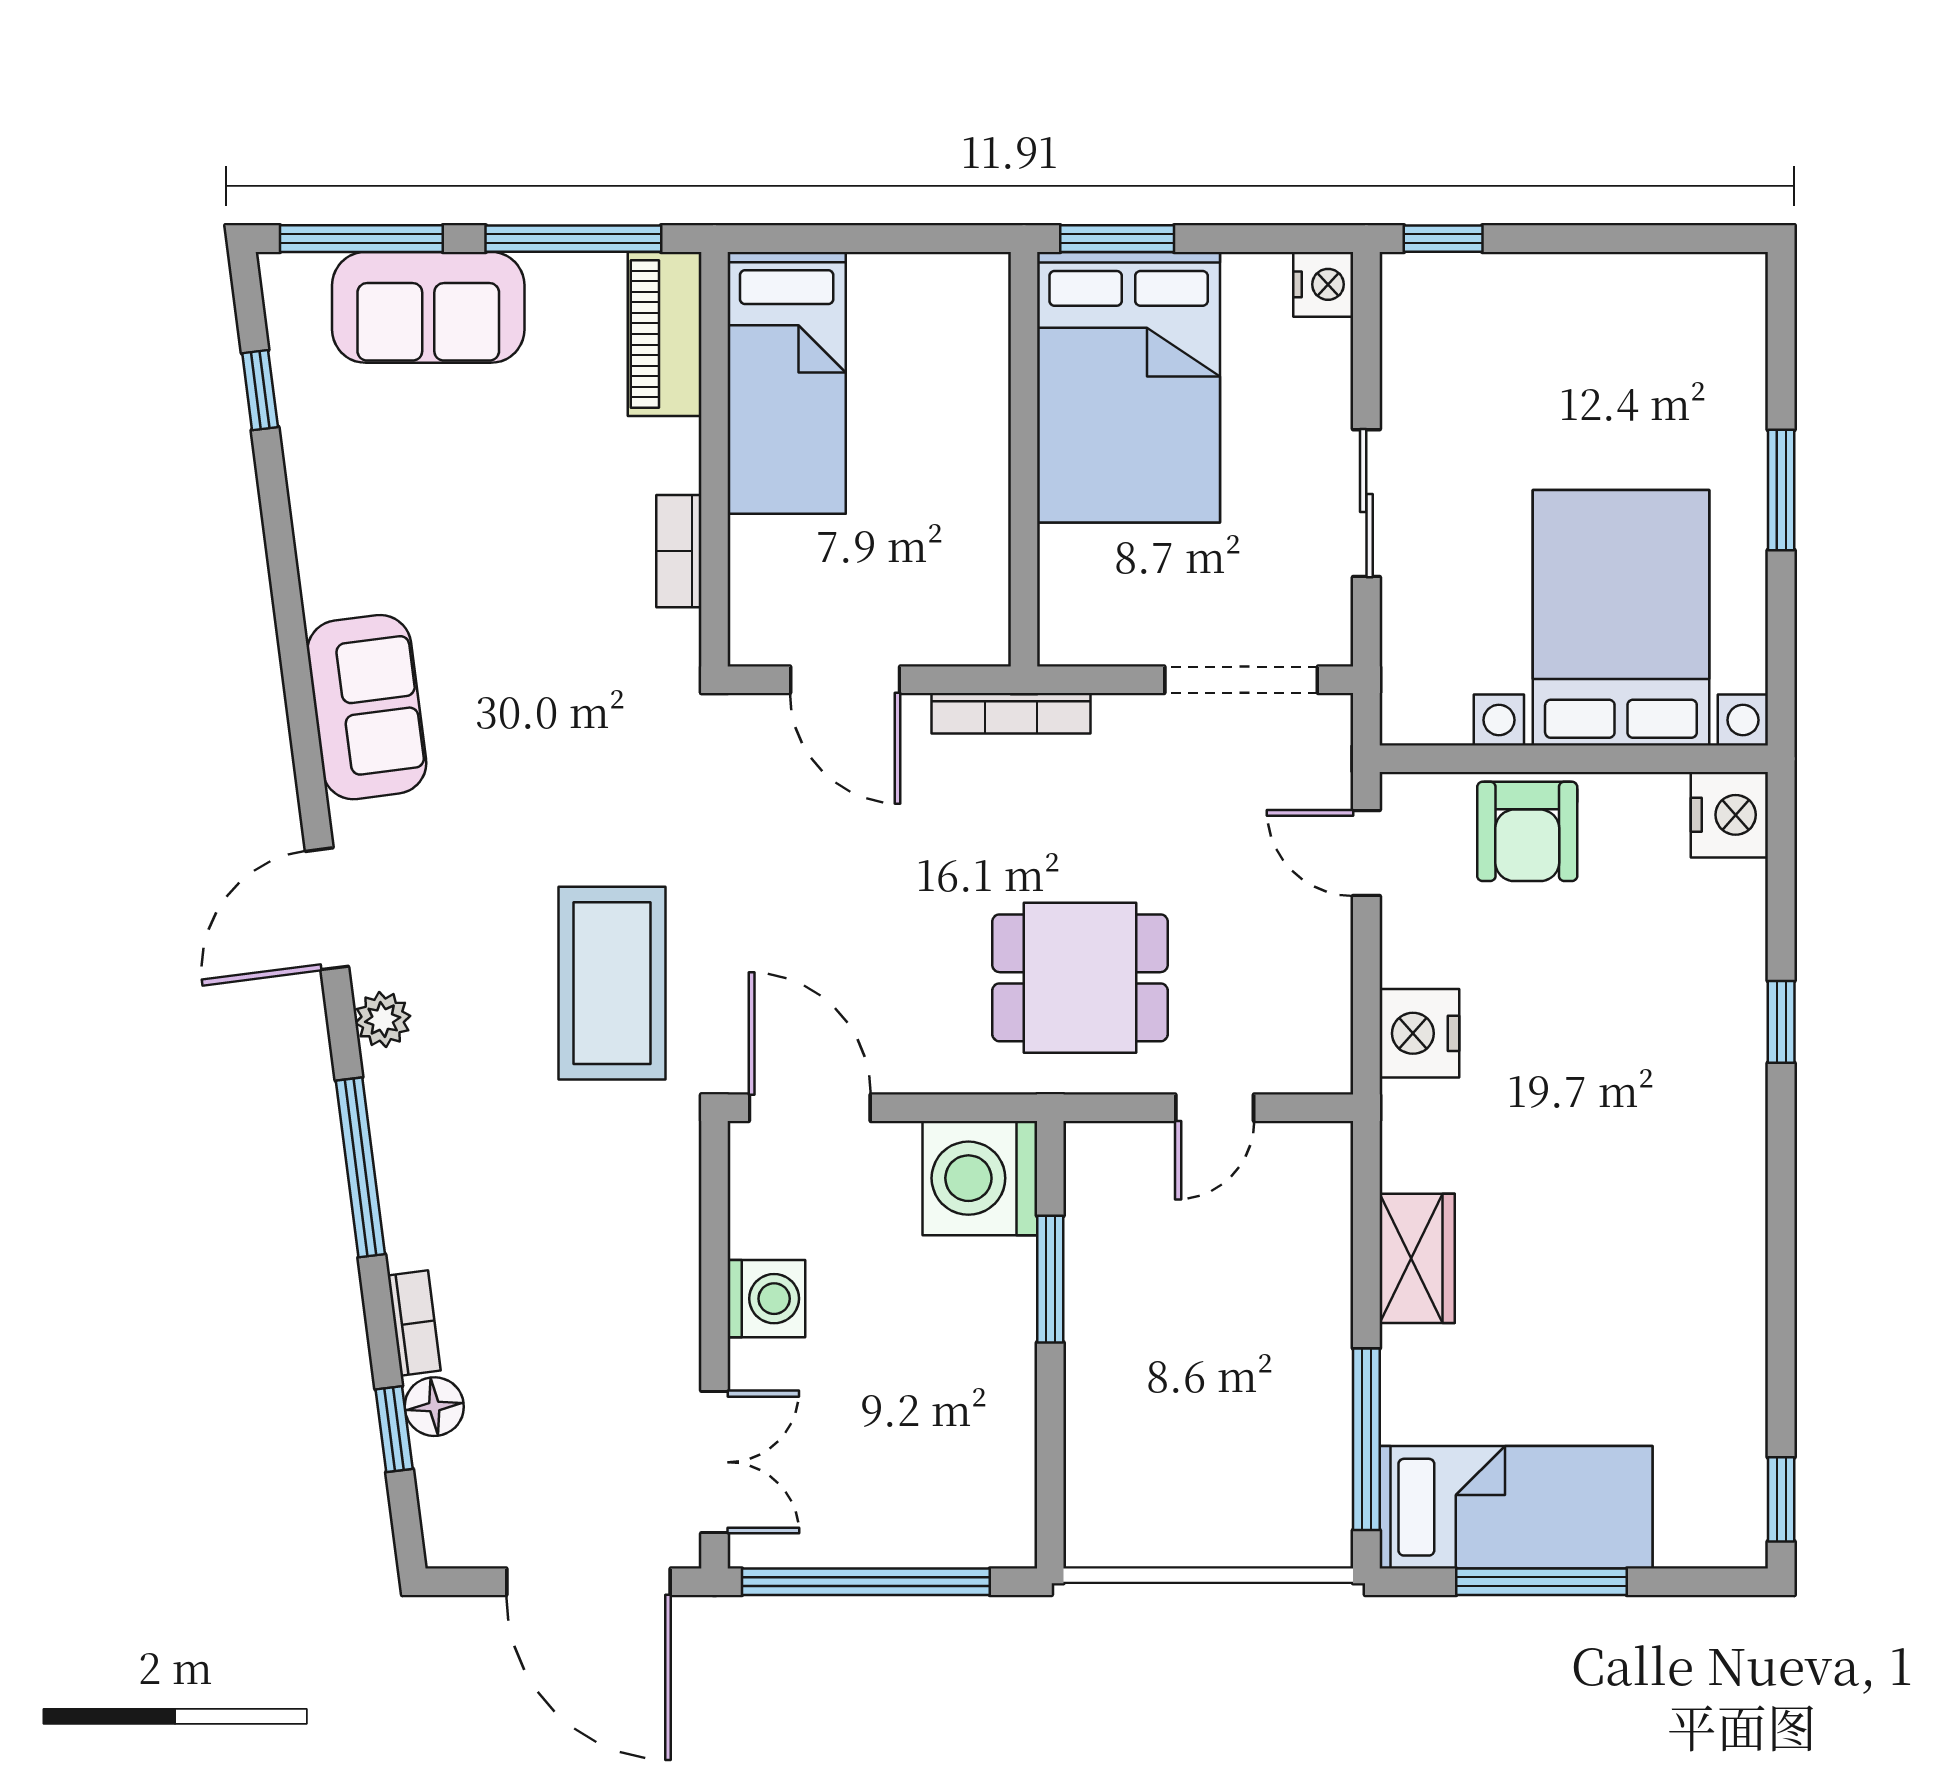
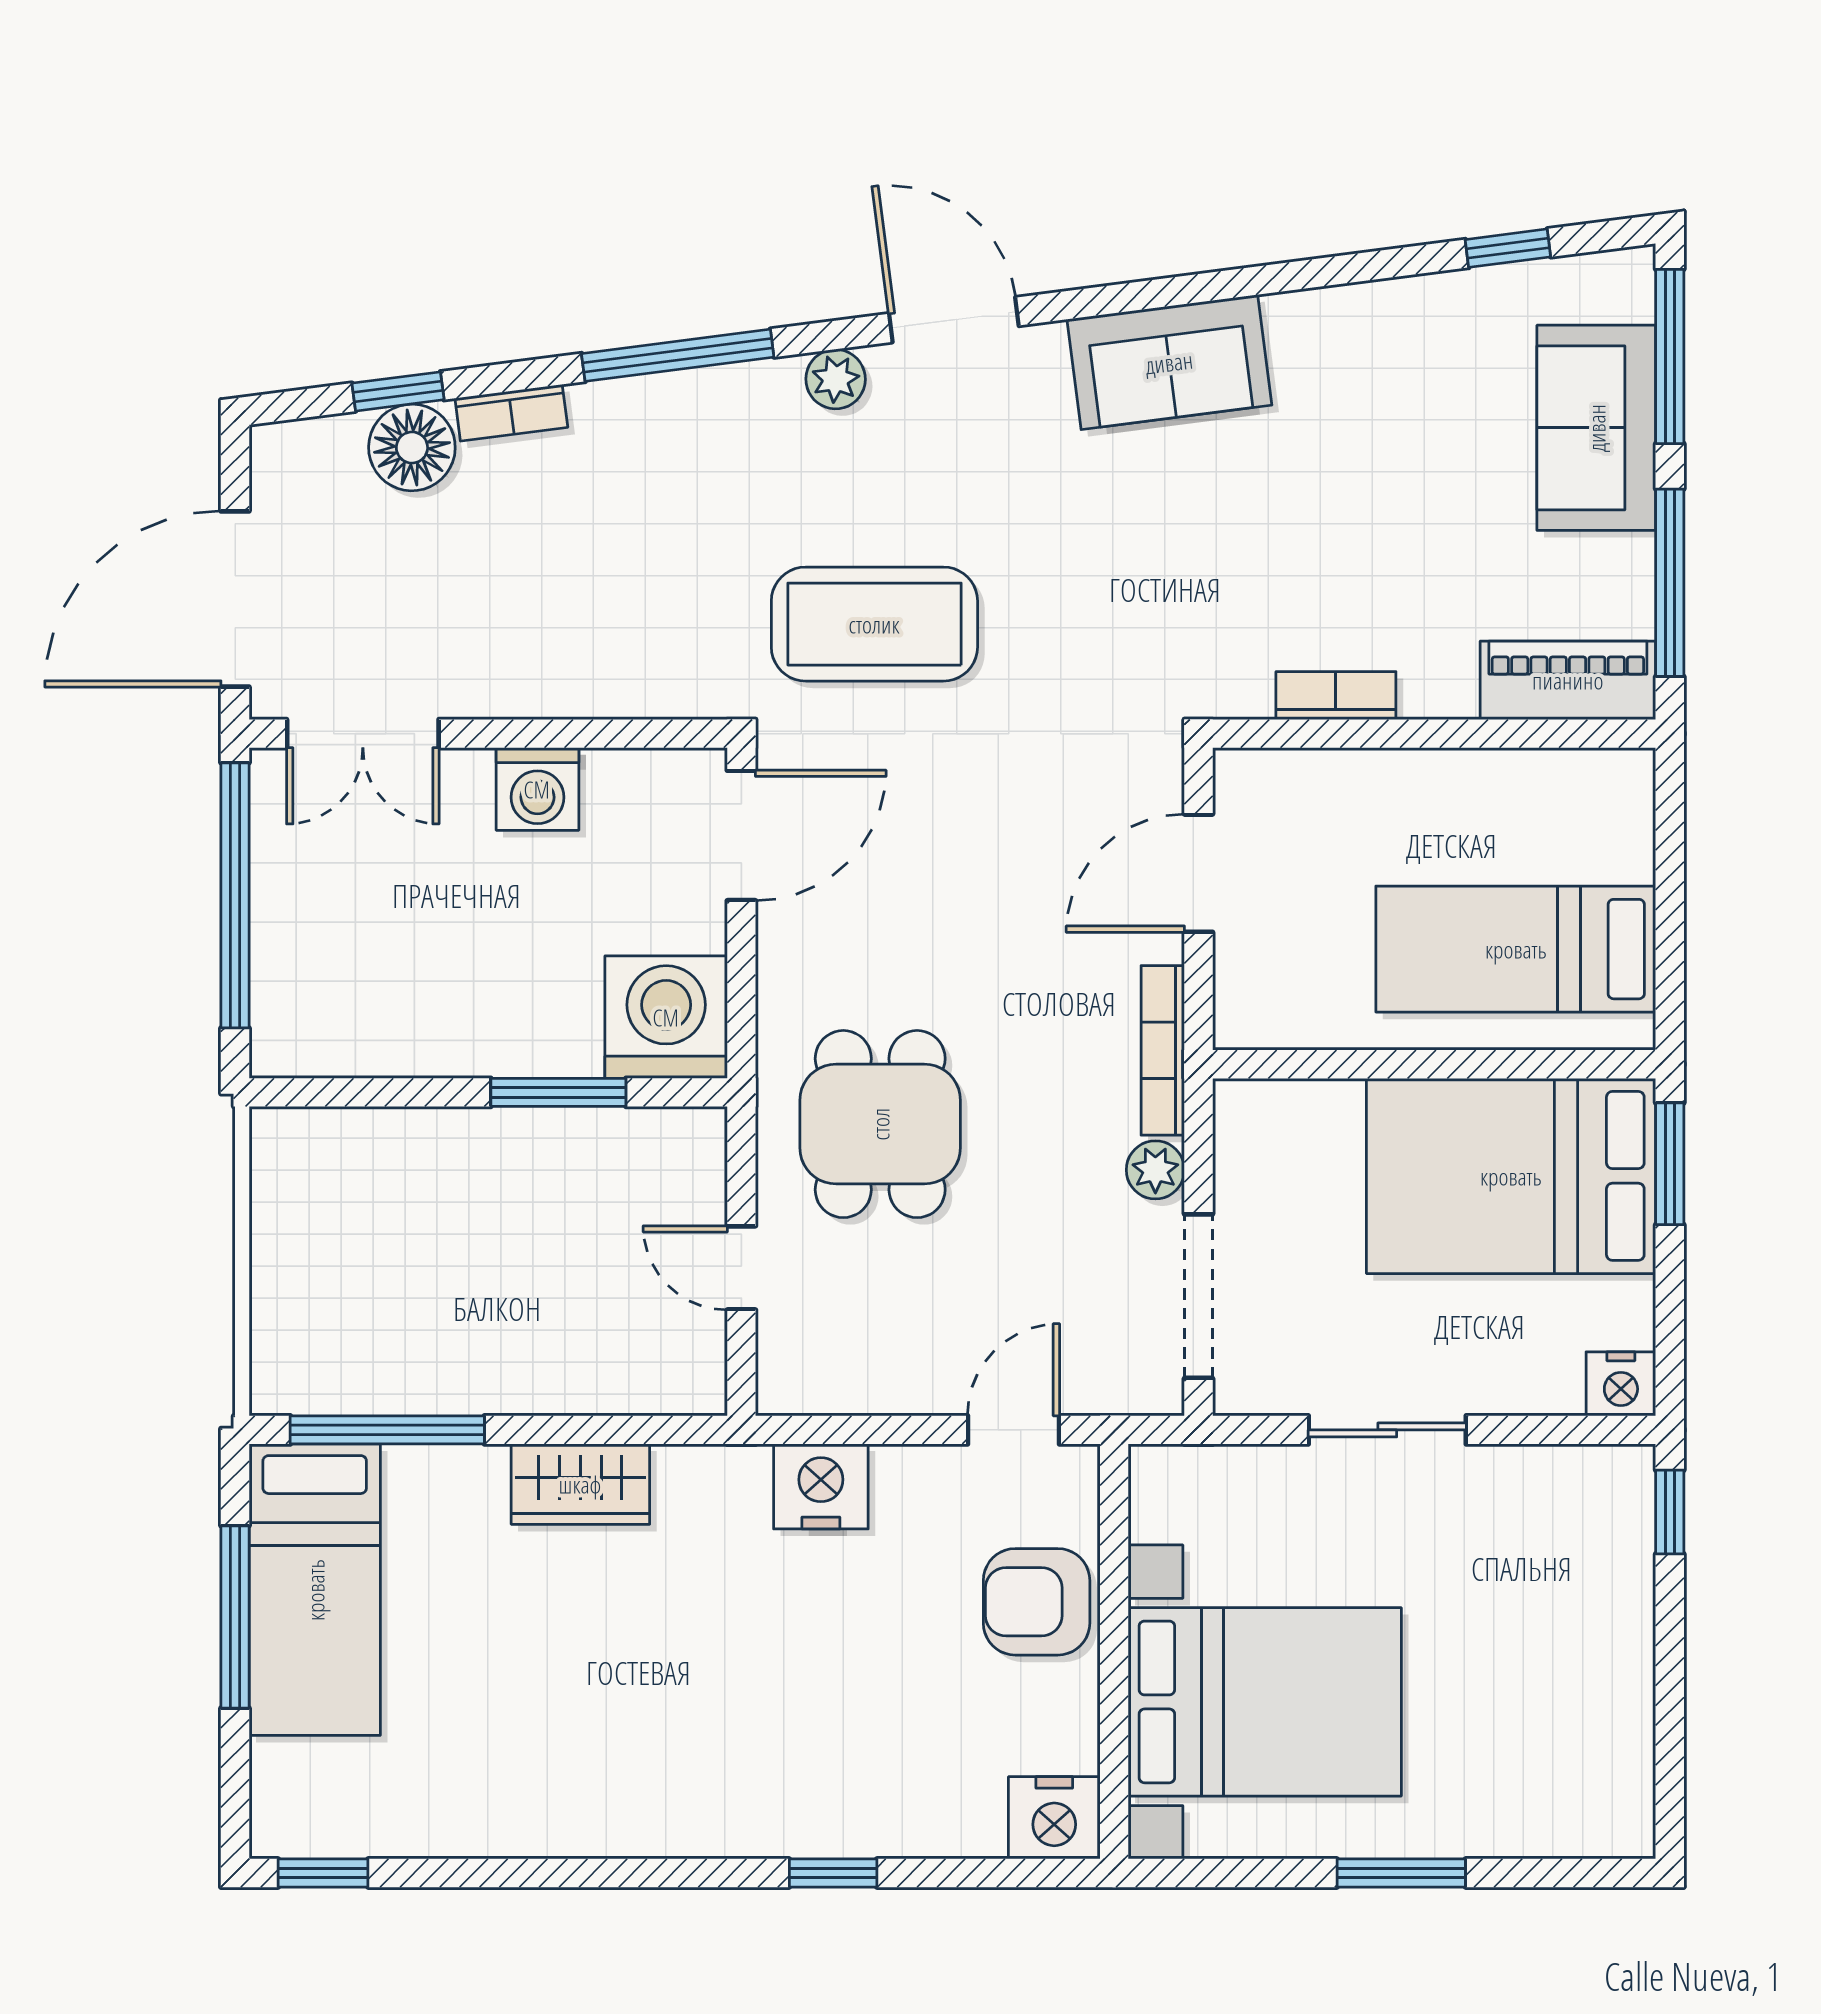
bed: (787, 383) -> (1516, 949), moved
plant: (1123, 720) -> (1155, 1170), added
floor lamp: (434, 1407) -> (412, 447), width x1.38, depth x1.38

